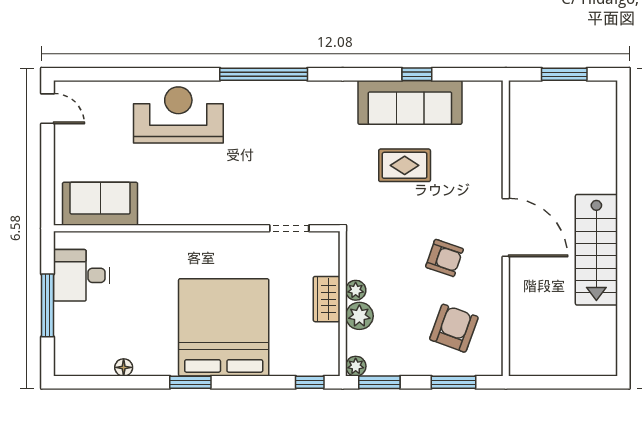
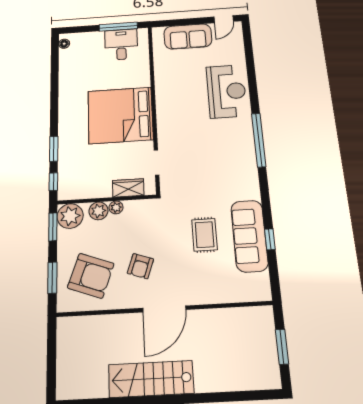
sofa: (100, 204) -> (188, 36), moved, turned 90
wardrobe: (327, 299) -> (128, 188), moved
window: (48, 305) -> (118, 27), moved
bed: (224, 327) -> (120, 115), moved, turned 180
armchair: (454, 328) -> (91, 276), width x1.36, depth x1.36
plant: (356, 366) -> (70, 216), width x1.87, depth x1.87
floor lamp: (124, 367) -> (64, 44), moved
window: (190, 382) -> (54, 149), moved

